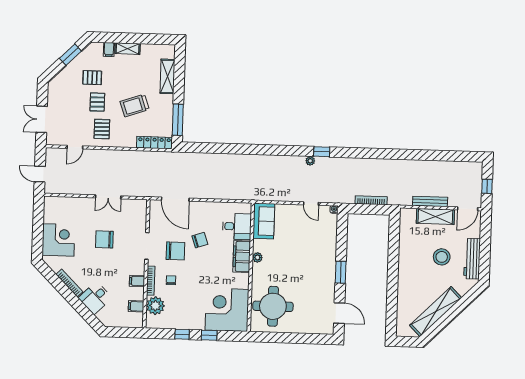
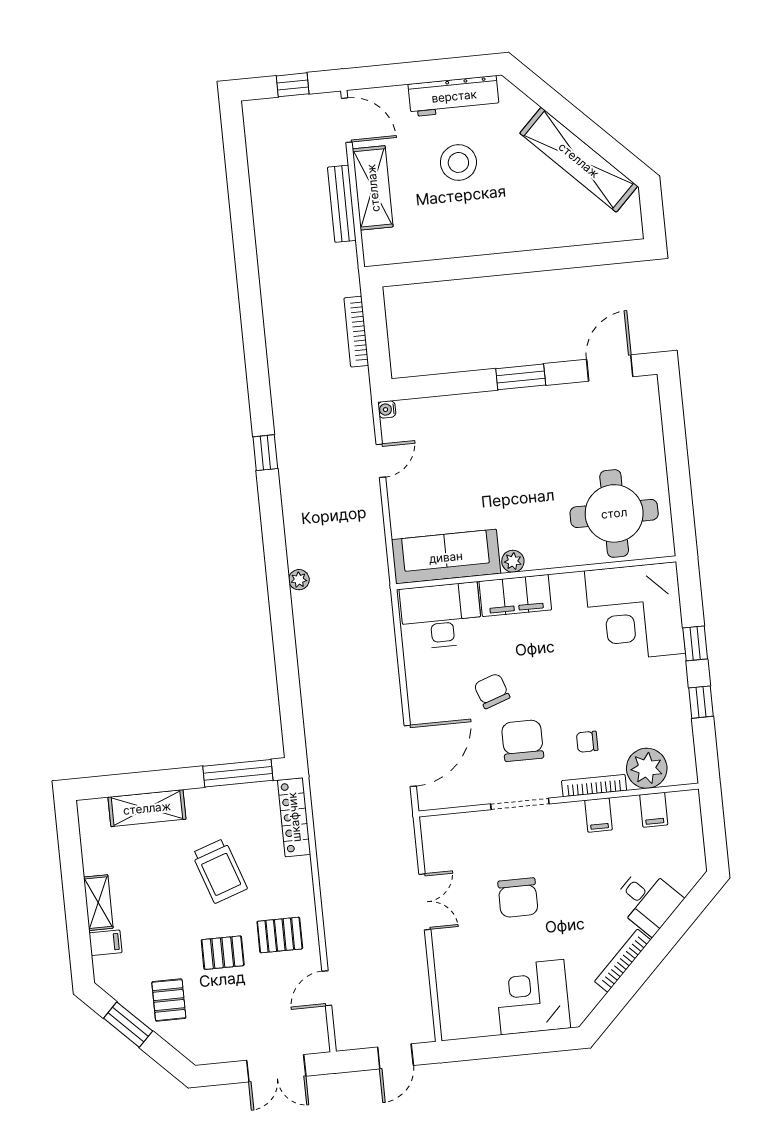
pallet: (92, 78) -> (169, 1000), moved
door: (75, 147) -> (327, 988), swing flipped
plant: (310, 161) -> (299, 580), moved
sofa: (264, 221) -> (446, 557), width x1.36
desk: (237, 226) -> (441, 616), width x1.37

